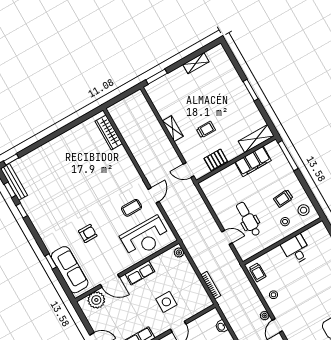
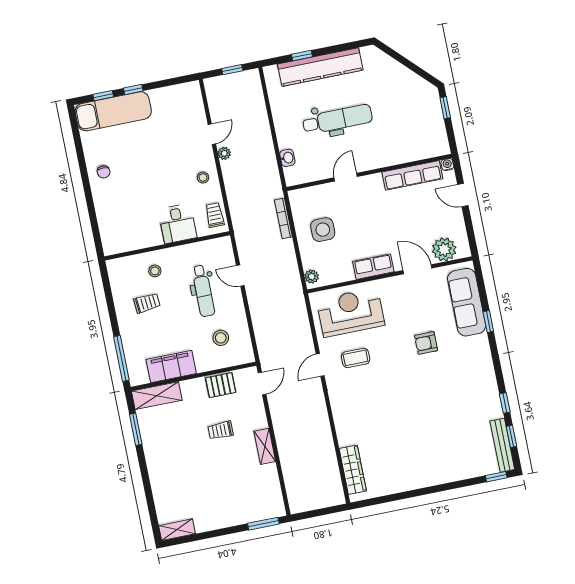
shelving: (196, 63) -> (177, 530), moved
window: (251, 90) -> (136, 429), moved
door: (188, 170) -> (262, 383), hinge flipped
stool: (304, 210) -> (221, 338), moved
desk: (296, 249) -> (178, 224), moved
side table: (166, 302) -> (323, 230), moved

